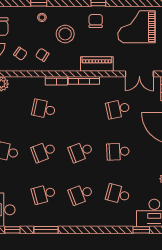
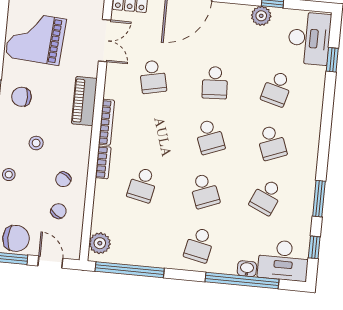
grand piano: (137, 27) -> (36, 38), turned 94
stool: (65, 34) -> (36, 143), width x0.53, depth x0.53
school desk: (44, 194) -> (266, 197), turned 39

